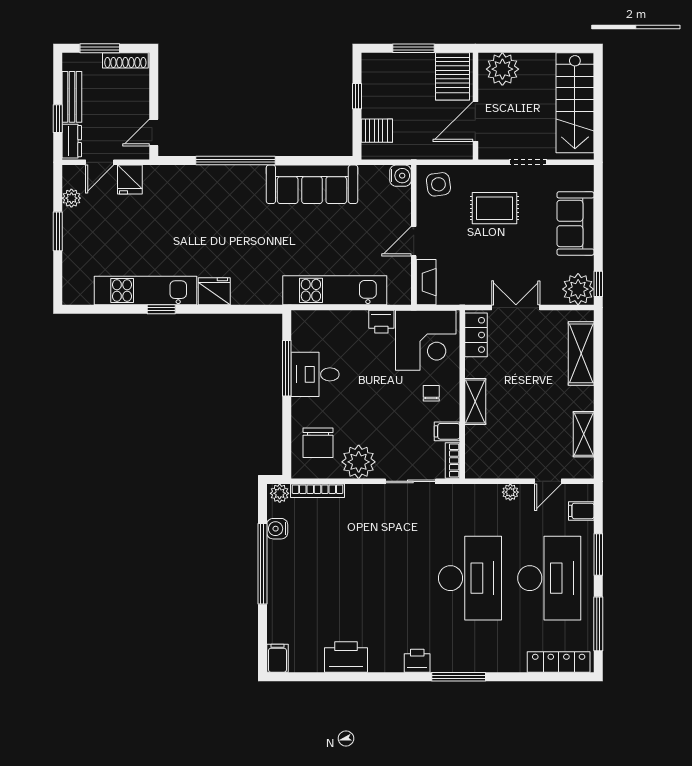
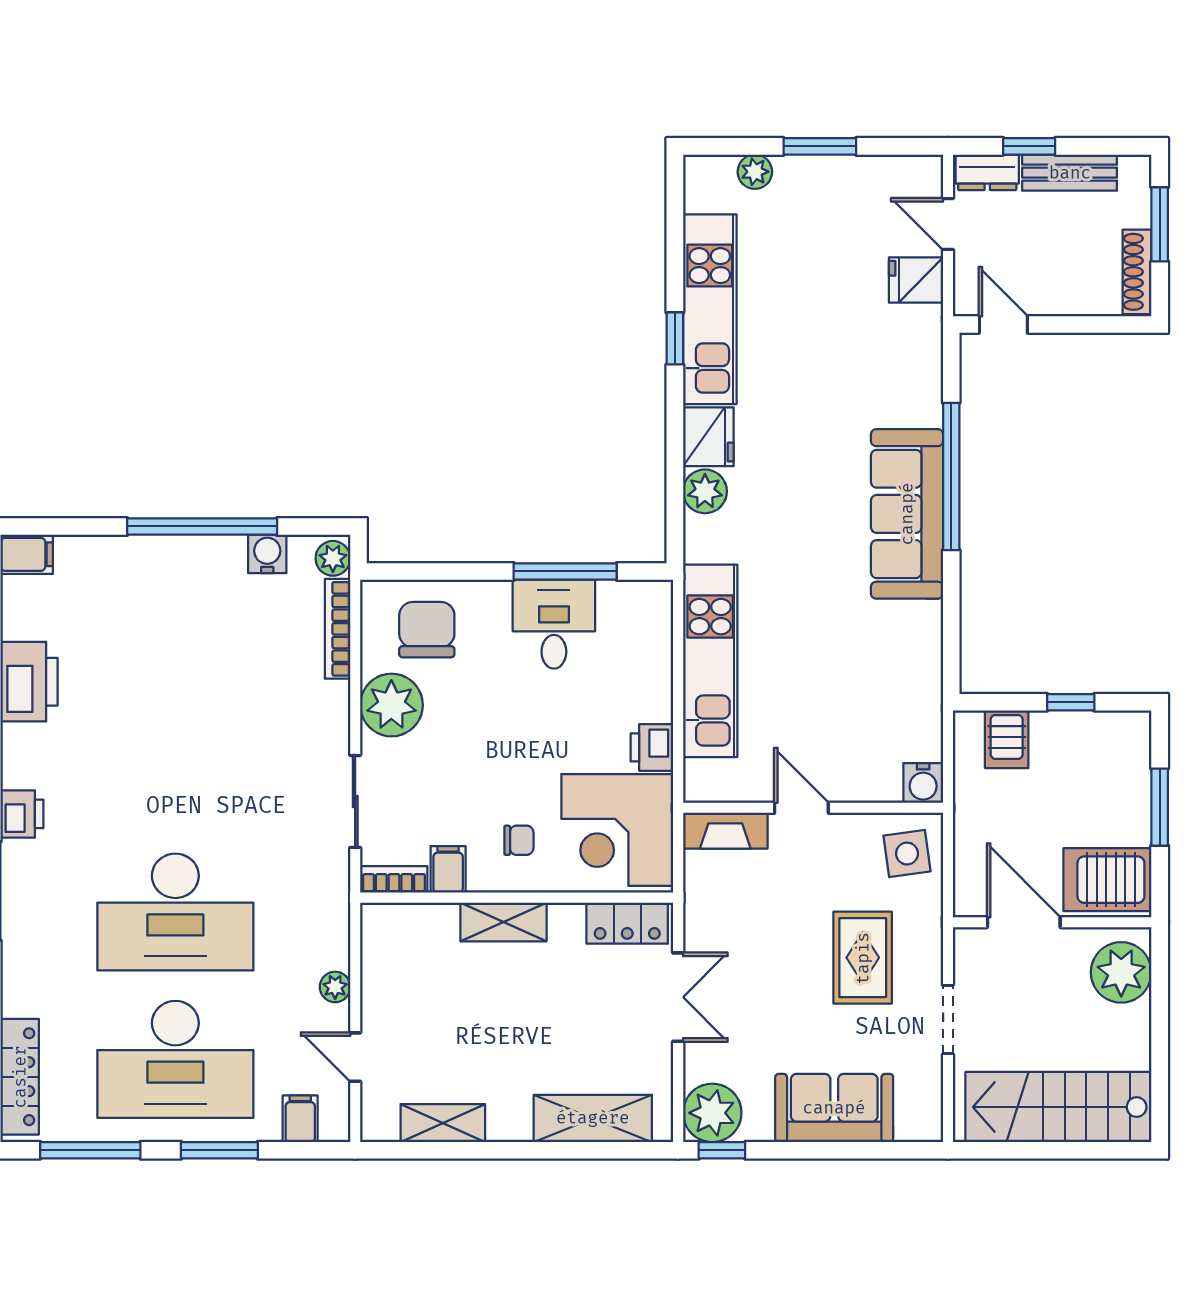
sofa: (312, 184) -> (907, 514), moved
plant: (71, 198) -> (755, 172), moved
plant: (244, 293) -> (705, 491), added
chair: (318, 443) -> (427, 630), turned 90

